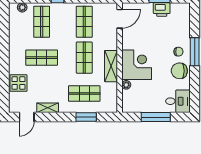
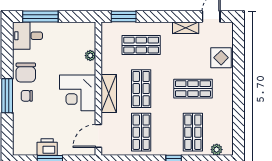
corner desk: (137, 65) -> (78, 93), moved
shelving: (111, 66) -> (109, 93), moved
chair: (179, 71) -> (26, 73), turned 90
window: (86, 117) -> (124, 16), moved
window: (156, 117) -> (40, 16), moved

